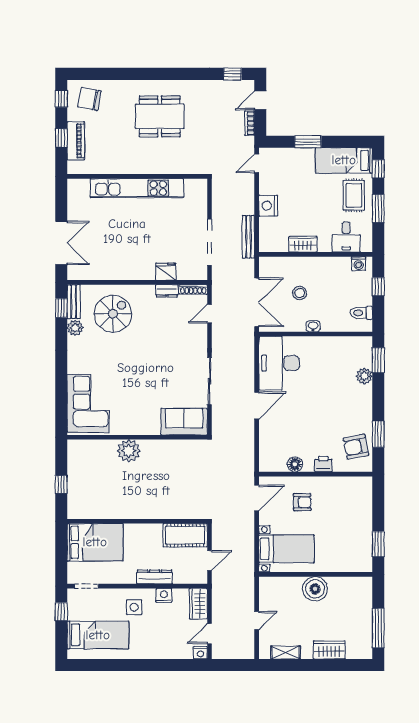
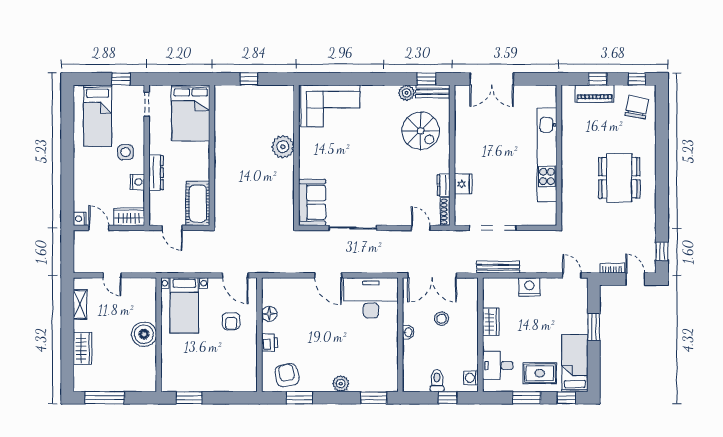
toilet: (361, 313) -> (437, 381), moved
plant: (364, 376) -> (341, 384), moved

